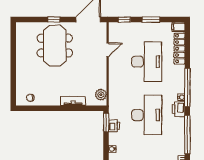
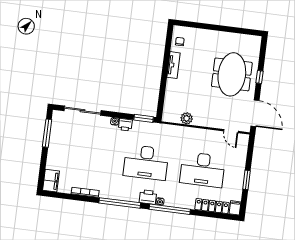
window: (124, 20) -> (250, 151), removed
meeting table: (55, 46) -> (232, 74), turned 90
door: (108, 50) -> (231, 131), moved
plant: (101, 95) -> (187, 118), moved
tv unit: (73, 101) -> (173, 65), moved
printer: (114, 126) -> (125, 125), moved

